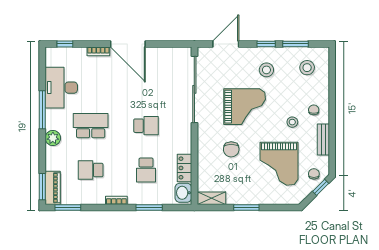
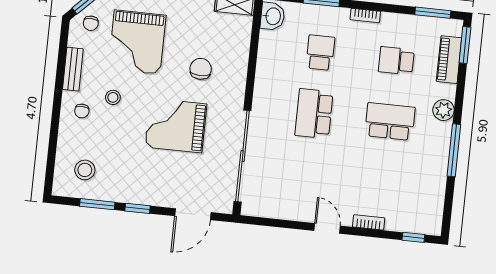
door: (128, 44) -> (327, 228), width x0.53
stool: (266, 70) -> (141, 173), removed
desk: (61, 88) -> (425, 178), removed
school desk: (91, 126) -> (390, 122), turned 180
school desk: (146, 126) -> (314, 114), width x1.85
grand piano: (279, 164) -> (137, 42), turned 180
locker: (184, 168) -> (267, 50), removed
school desk: (91, 170) -> (396, 61), turned 180
piano: (53, 188) -> (449, 60), moved

